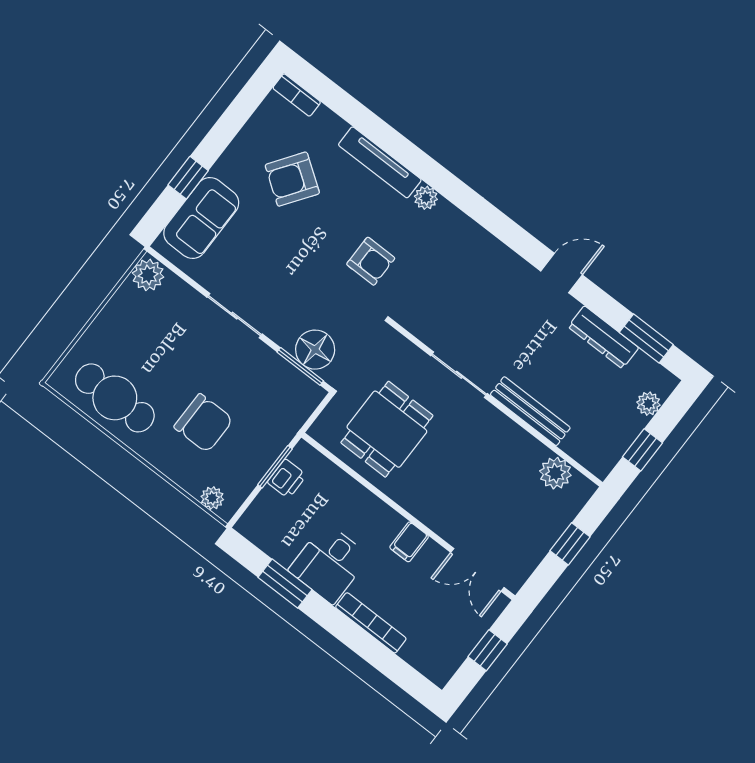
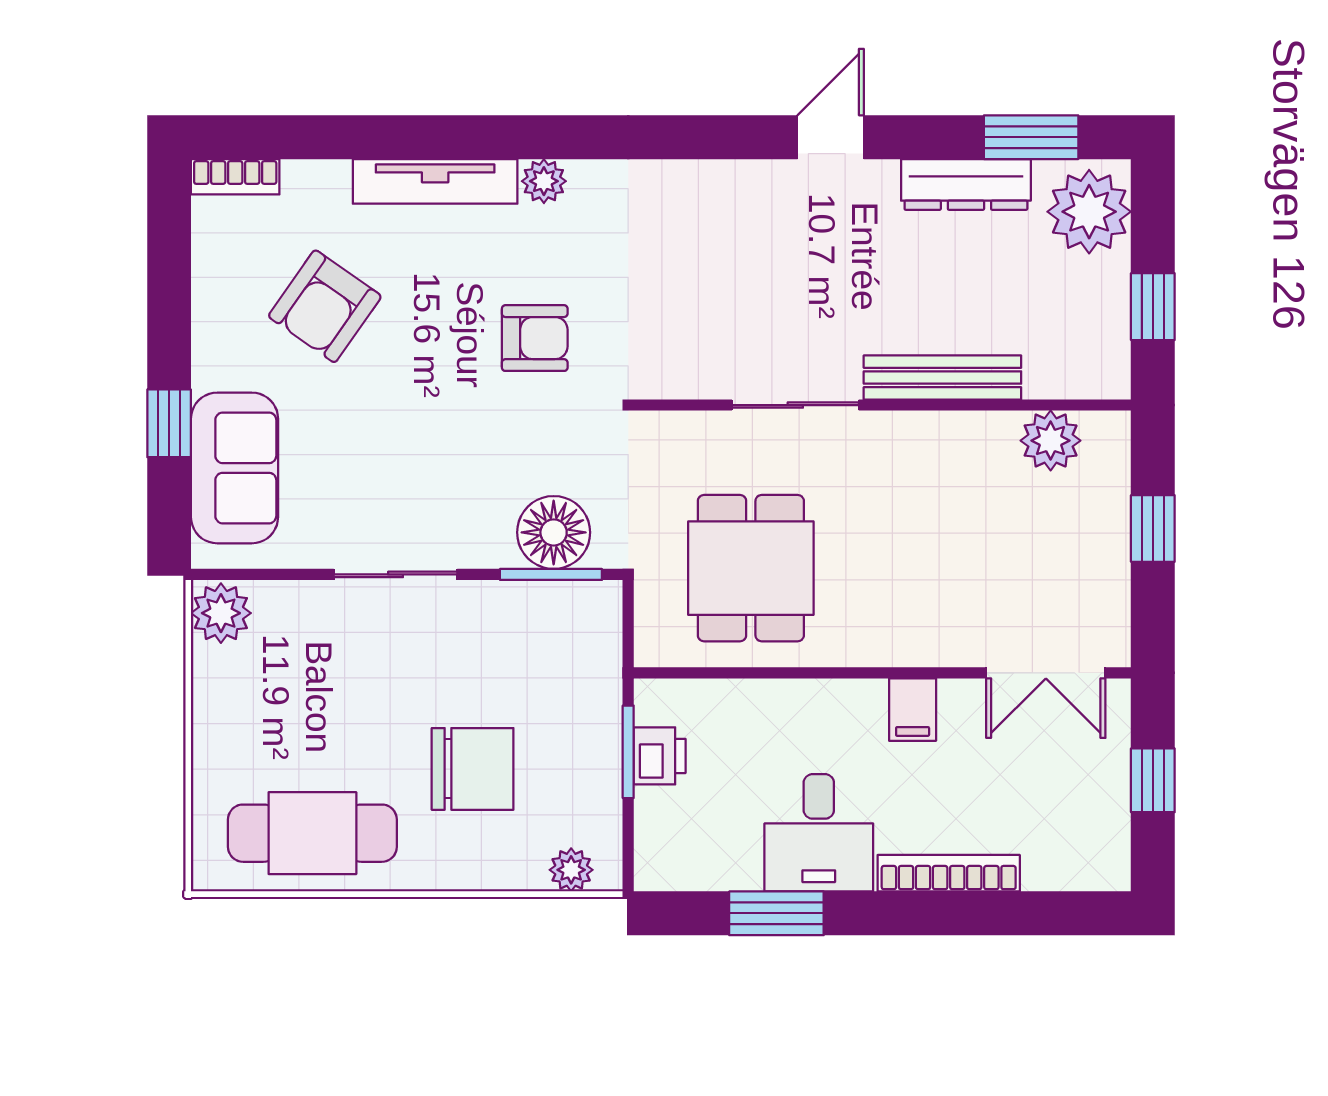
plant: (648, 404) -> (1089, 212), width x1.87, depth x1.87

